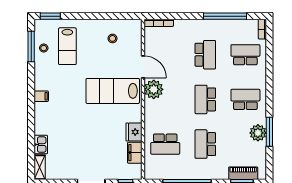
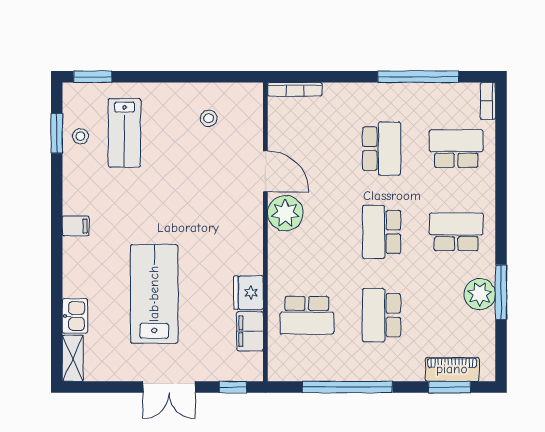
window: (31, 47) -> (57, 133), width x0.69
lab bench: (113, 91) -> (154, 294), moved, turned 90

